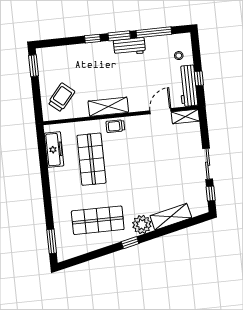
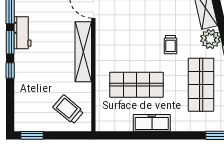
shelving: (108, 107) -> (83, 52), width x1.47
trolley: (115, 126) -> (171, 45), moved
freezer: (54, 149) -> (152, 123), moved

